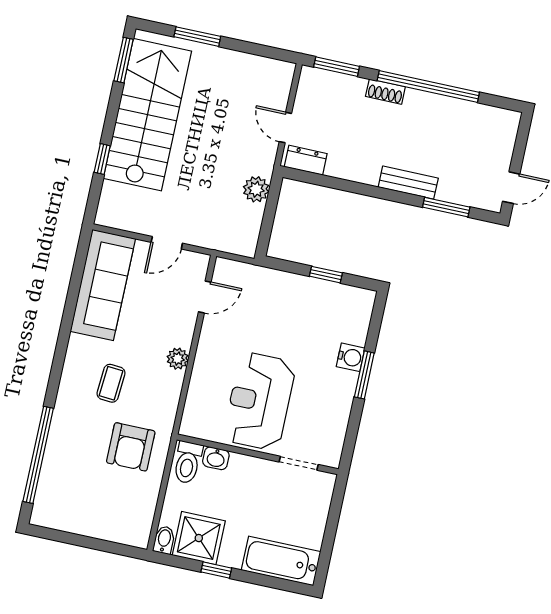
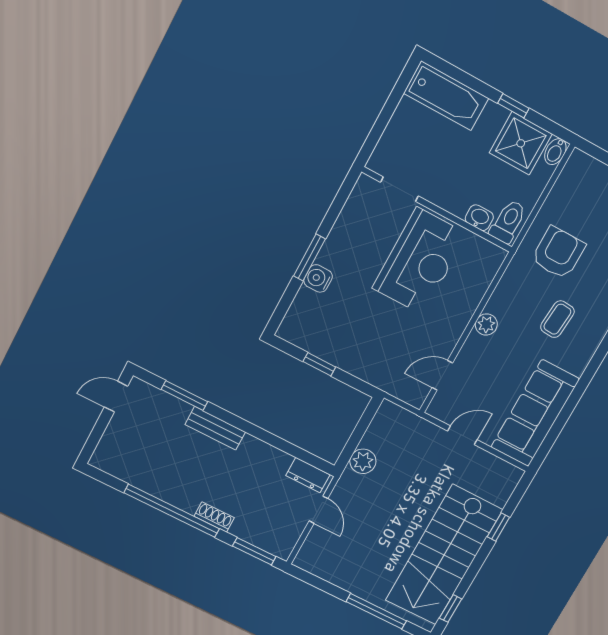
window: (197, 37) -> (376, 611), width x1.44
window: (124, 60) -> (451, 608), width x0.67

